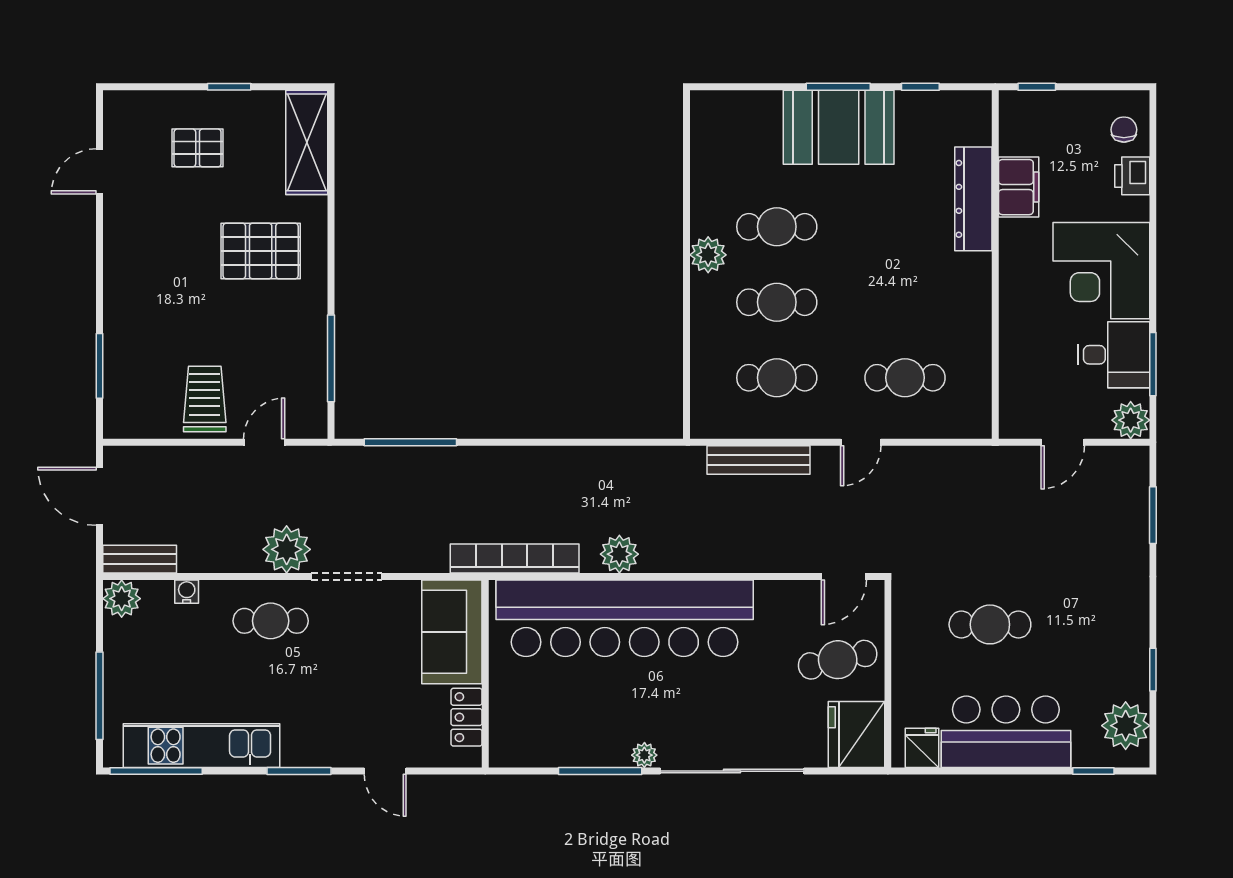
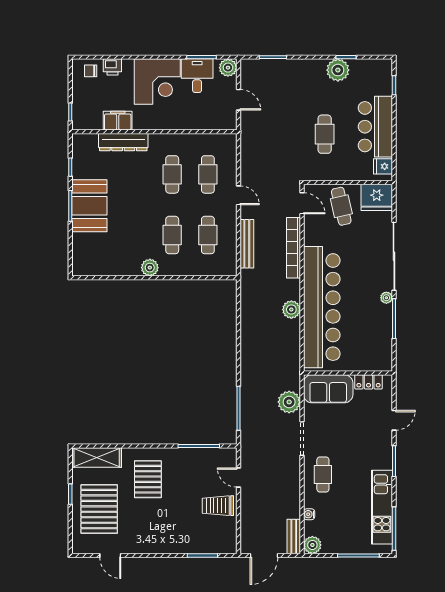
pallet: (198, 148) -> (99, 509), width x2.05, depth x2.00
cafe table: (777, 227) -> (172, 174), moved
plant: (287, 549) -> (289, 402), moved
bookcase: (515, 559) -> (293, 248), moved
plant: (1126, 726) -> (338, 70), moved

